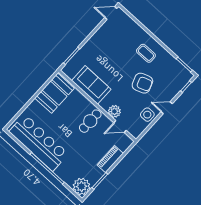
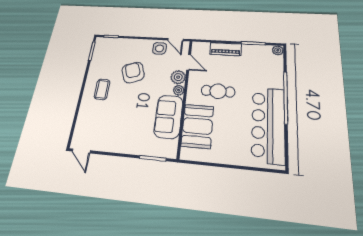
booth: (55, 93) -> (197, 126), moved, turned 90
plant: (105, 105) -> (179, 90), added
door: (167, 108) -> (175, 40), moved
cafe table: (90, 121) -> (218, 91), moved
plant: (82, 186) -> (278, 50), width x0.53, depth x0.53

